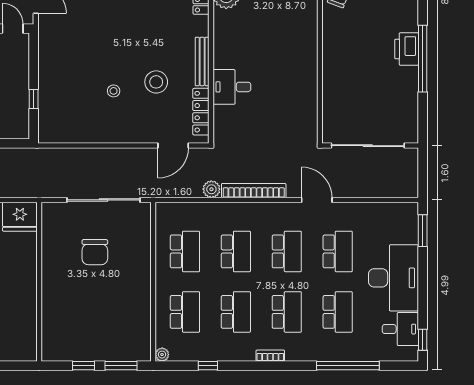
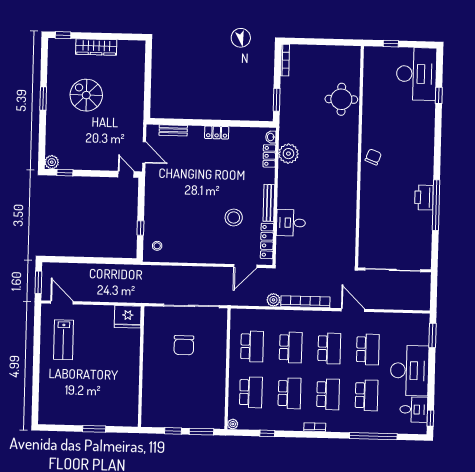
stool: (114, 91) -> (157, 246), moved

